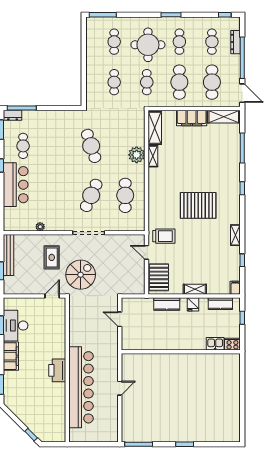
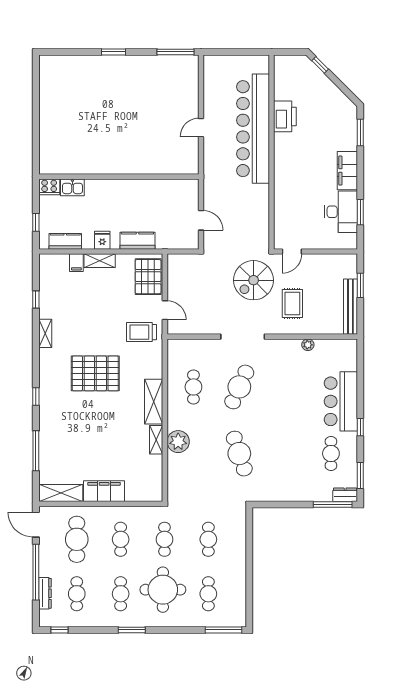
cafe table: (179, 82) -> (121, 539), width x0.73, depth x0.74
shelving: (155, 128) -> (154, 402), moved
cafe table: (125, 195) -> (193, 387), width x0.73, depth x0.74
filing cabinet: (235, 288) -> (76, 263), moved
printer: (57, 370) -> (285, 116), moved

